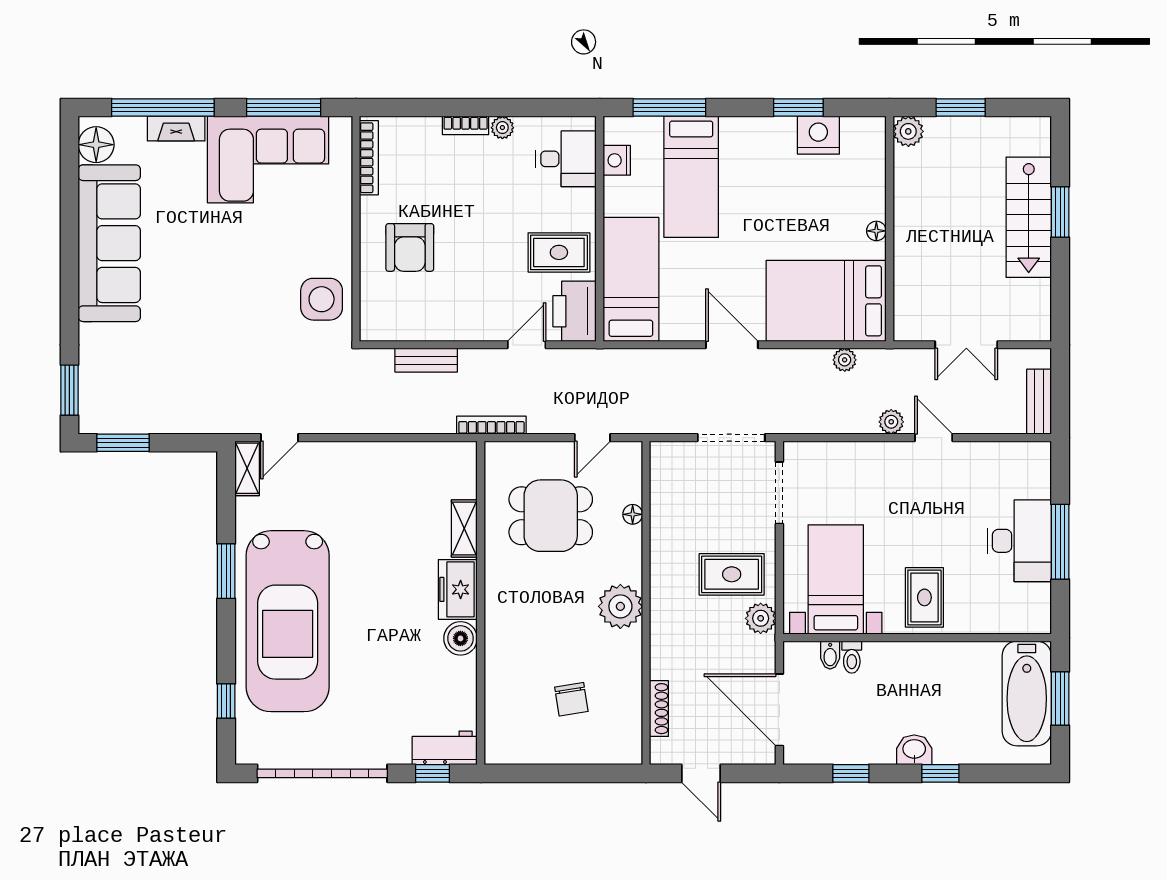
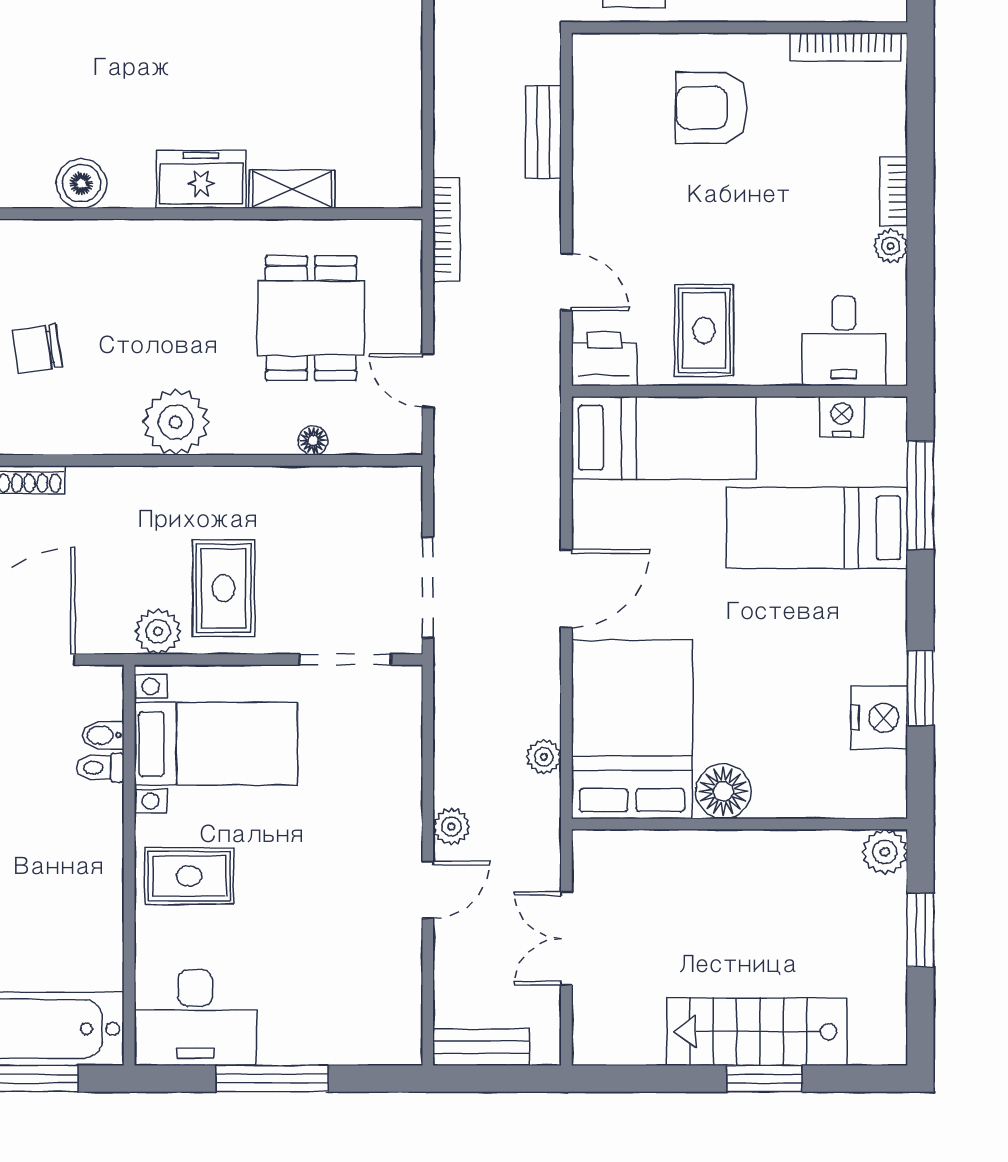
floor lamp: (876, 231) -> (723, 791), width x1.89, depth x1.89
printer: (575, 311) -> (604, 359), width x0.73, depth x0.84
desk: (1019, 541) -> (195, 1018), moved
boiler: (460, 638) -> (81, 183), moved

